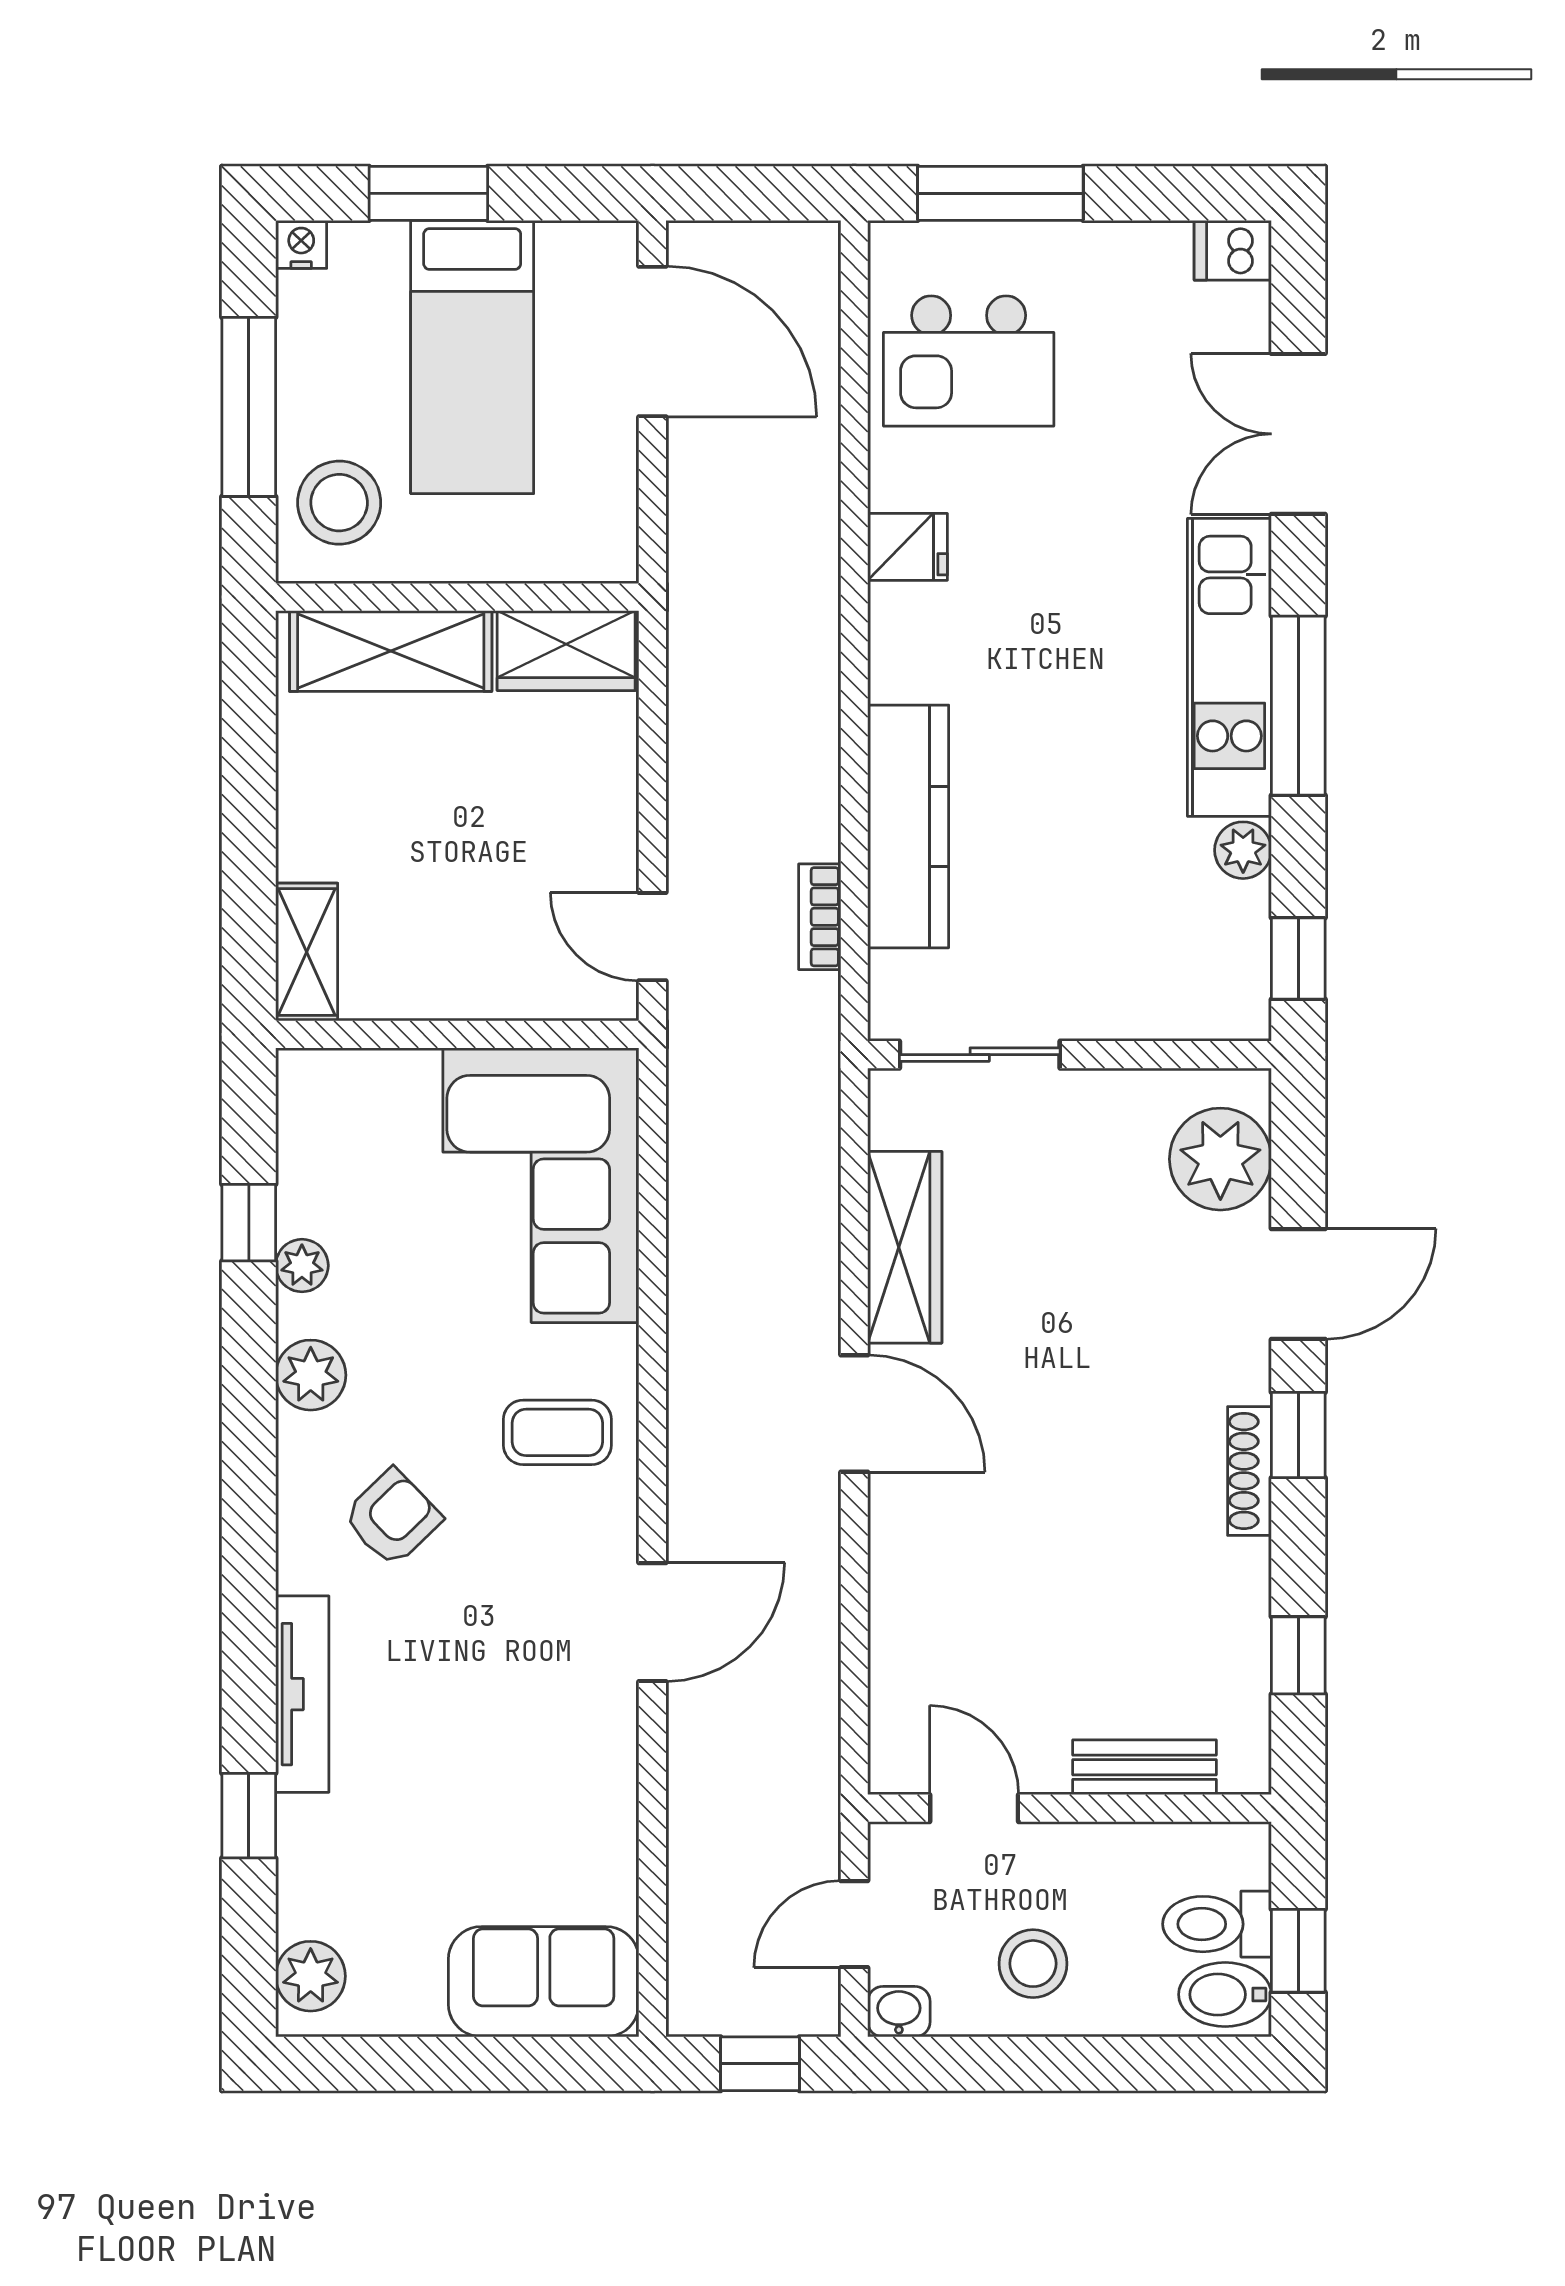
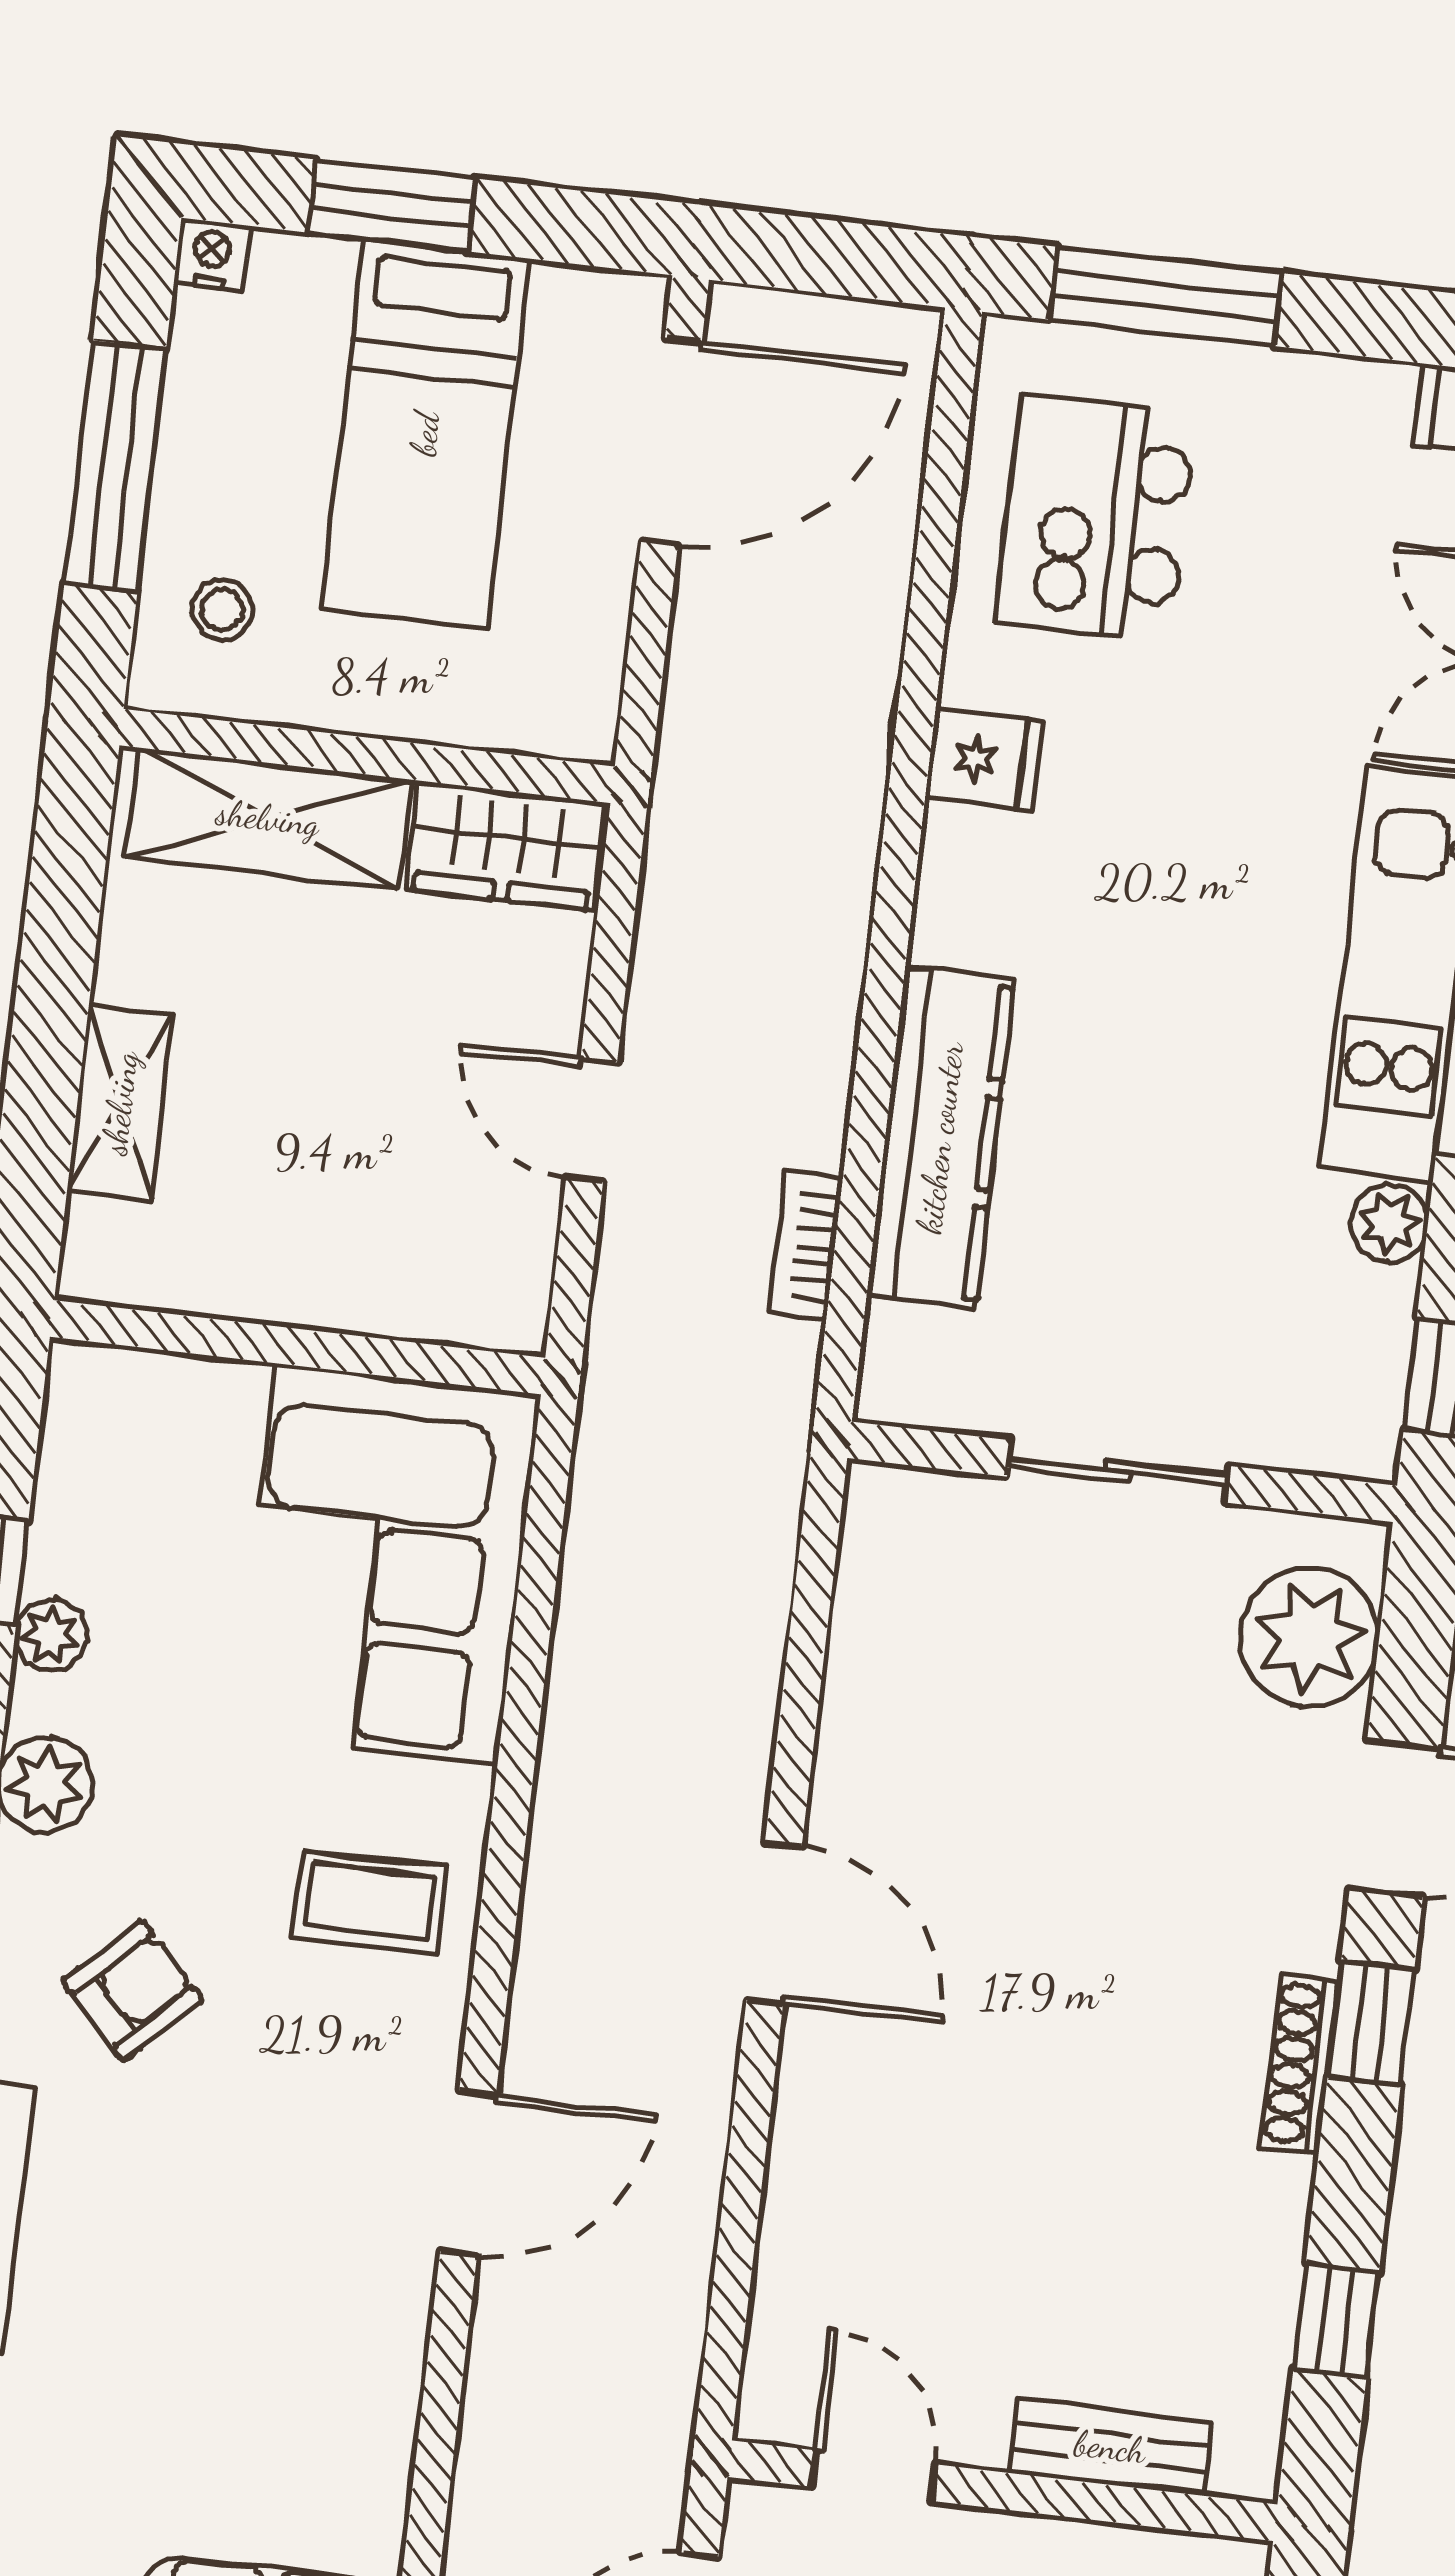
door: (652, 342) -> (671, 441), hinge flipped
kitchen island: (969, 361) -> (1096, 518), turned 90
stool: (339, 503) -> (222, 610), width x0.53, depth x0.53
door: (652, 937) -> (592, 1120), moved
shelving: (307, 952) -> (120, 1103), moved
sliding door: (980, 1055) -> (1118, 1471), moved
wardrobe: (905, 1247) -> (869, 1706), removed

